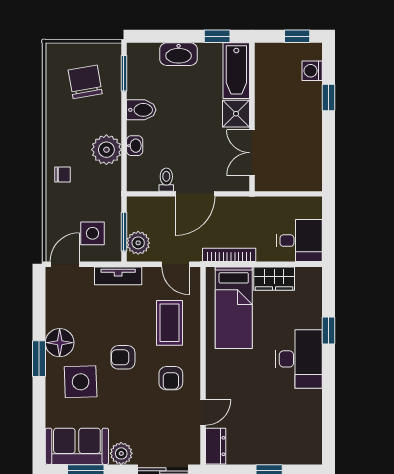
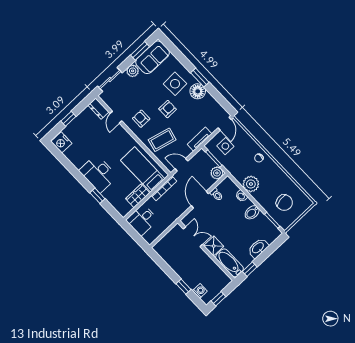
plant: (138, 243) -> (217, 173), moved
coffee table: (169, 323) -> (162, 140), turned -76
nightstand: (309, 448) -> (61, 142), added

